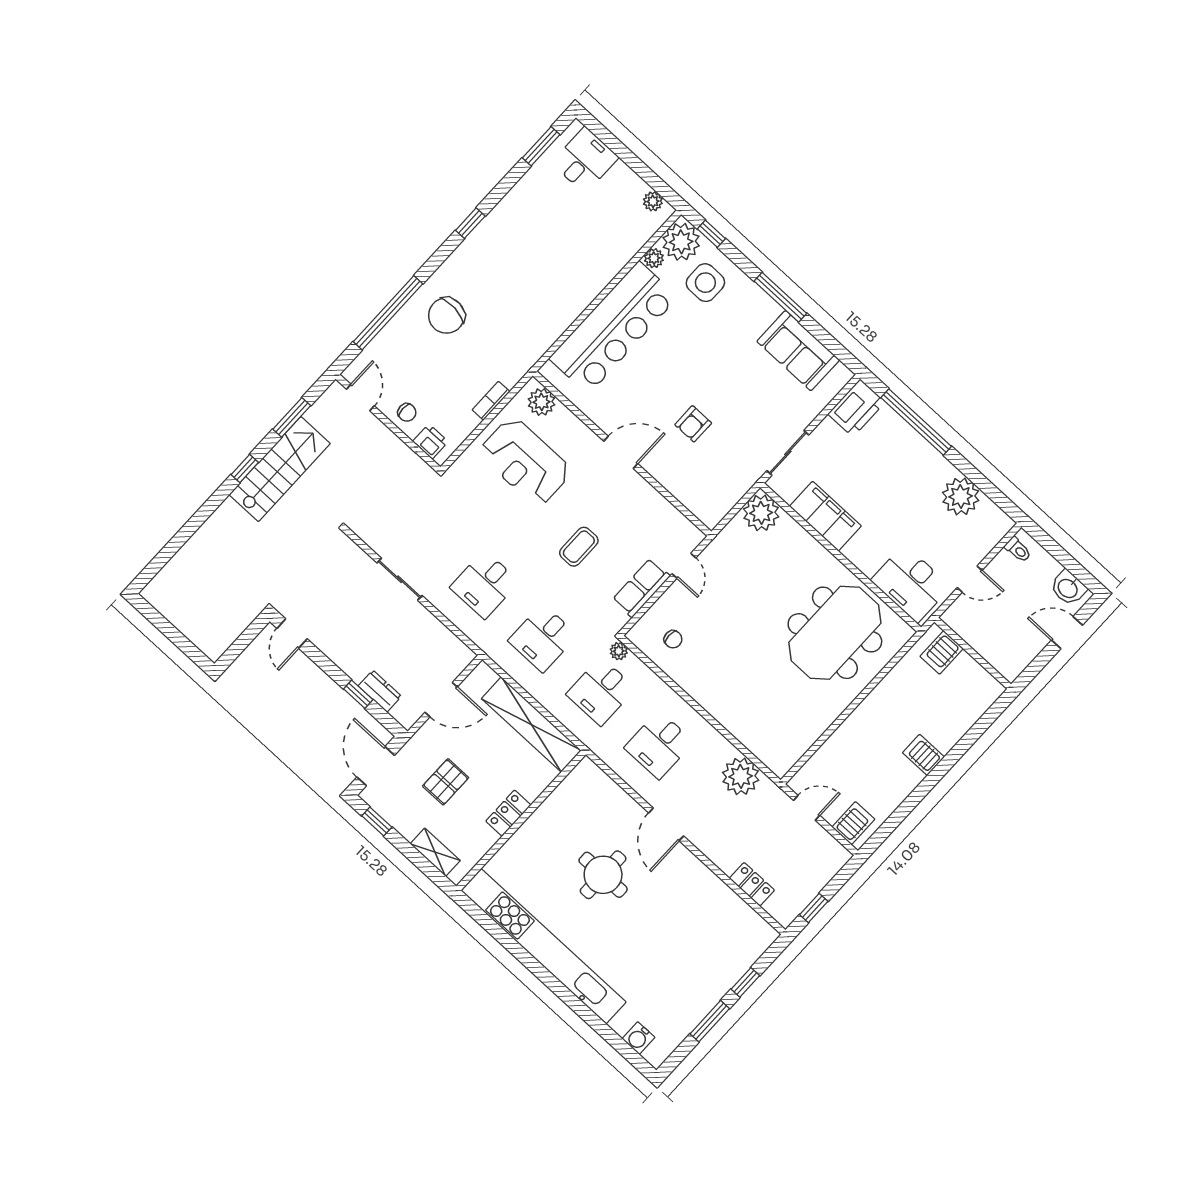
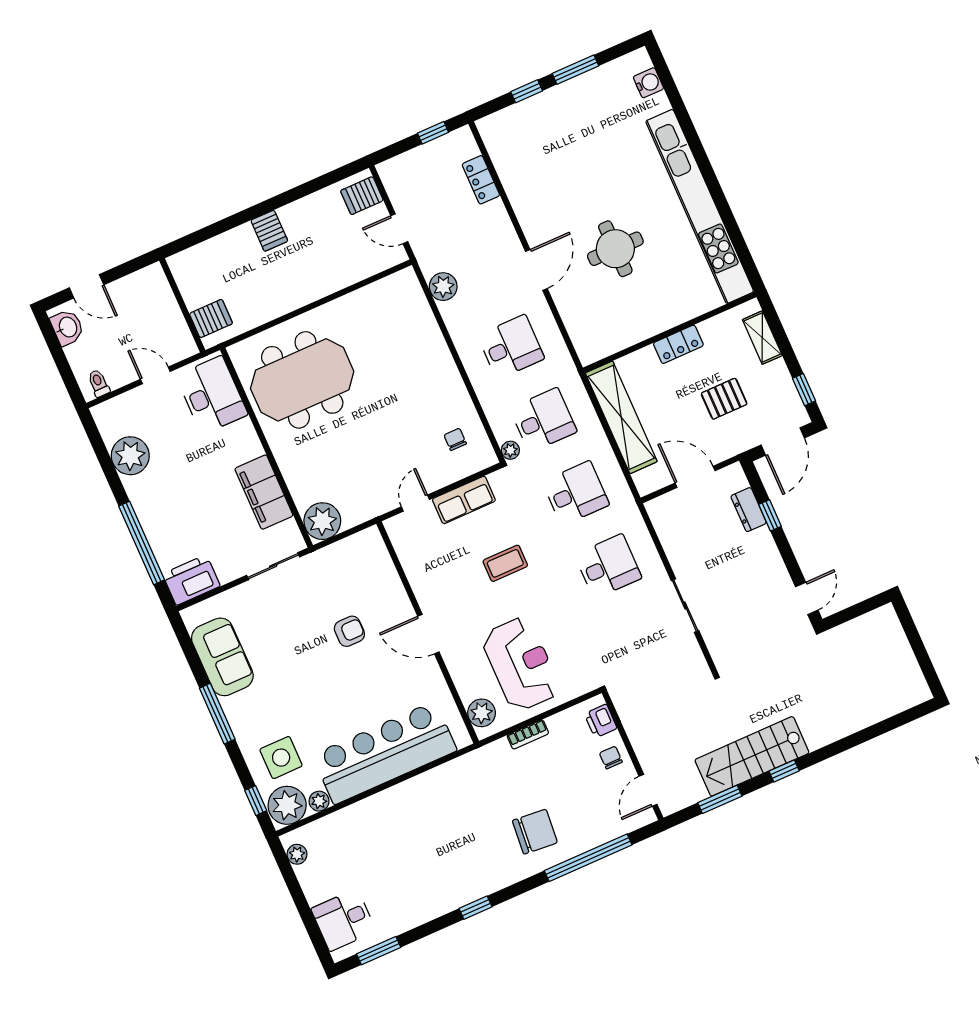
plant: (741, 776) -> (443, 287), width x0.73, depth x0.73

